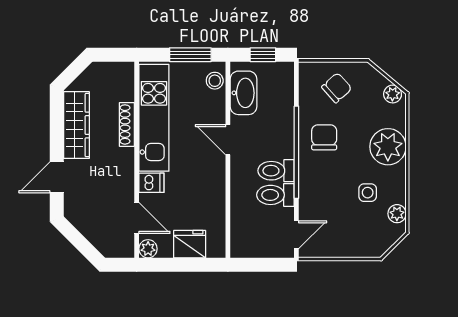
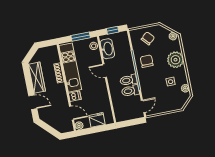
door: (57, 177) -> (33, 102), swing flipped

